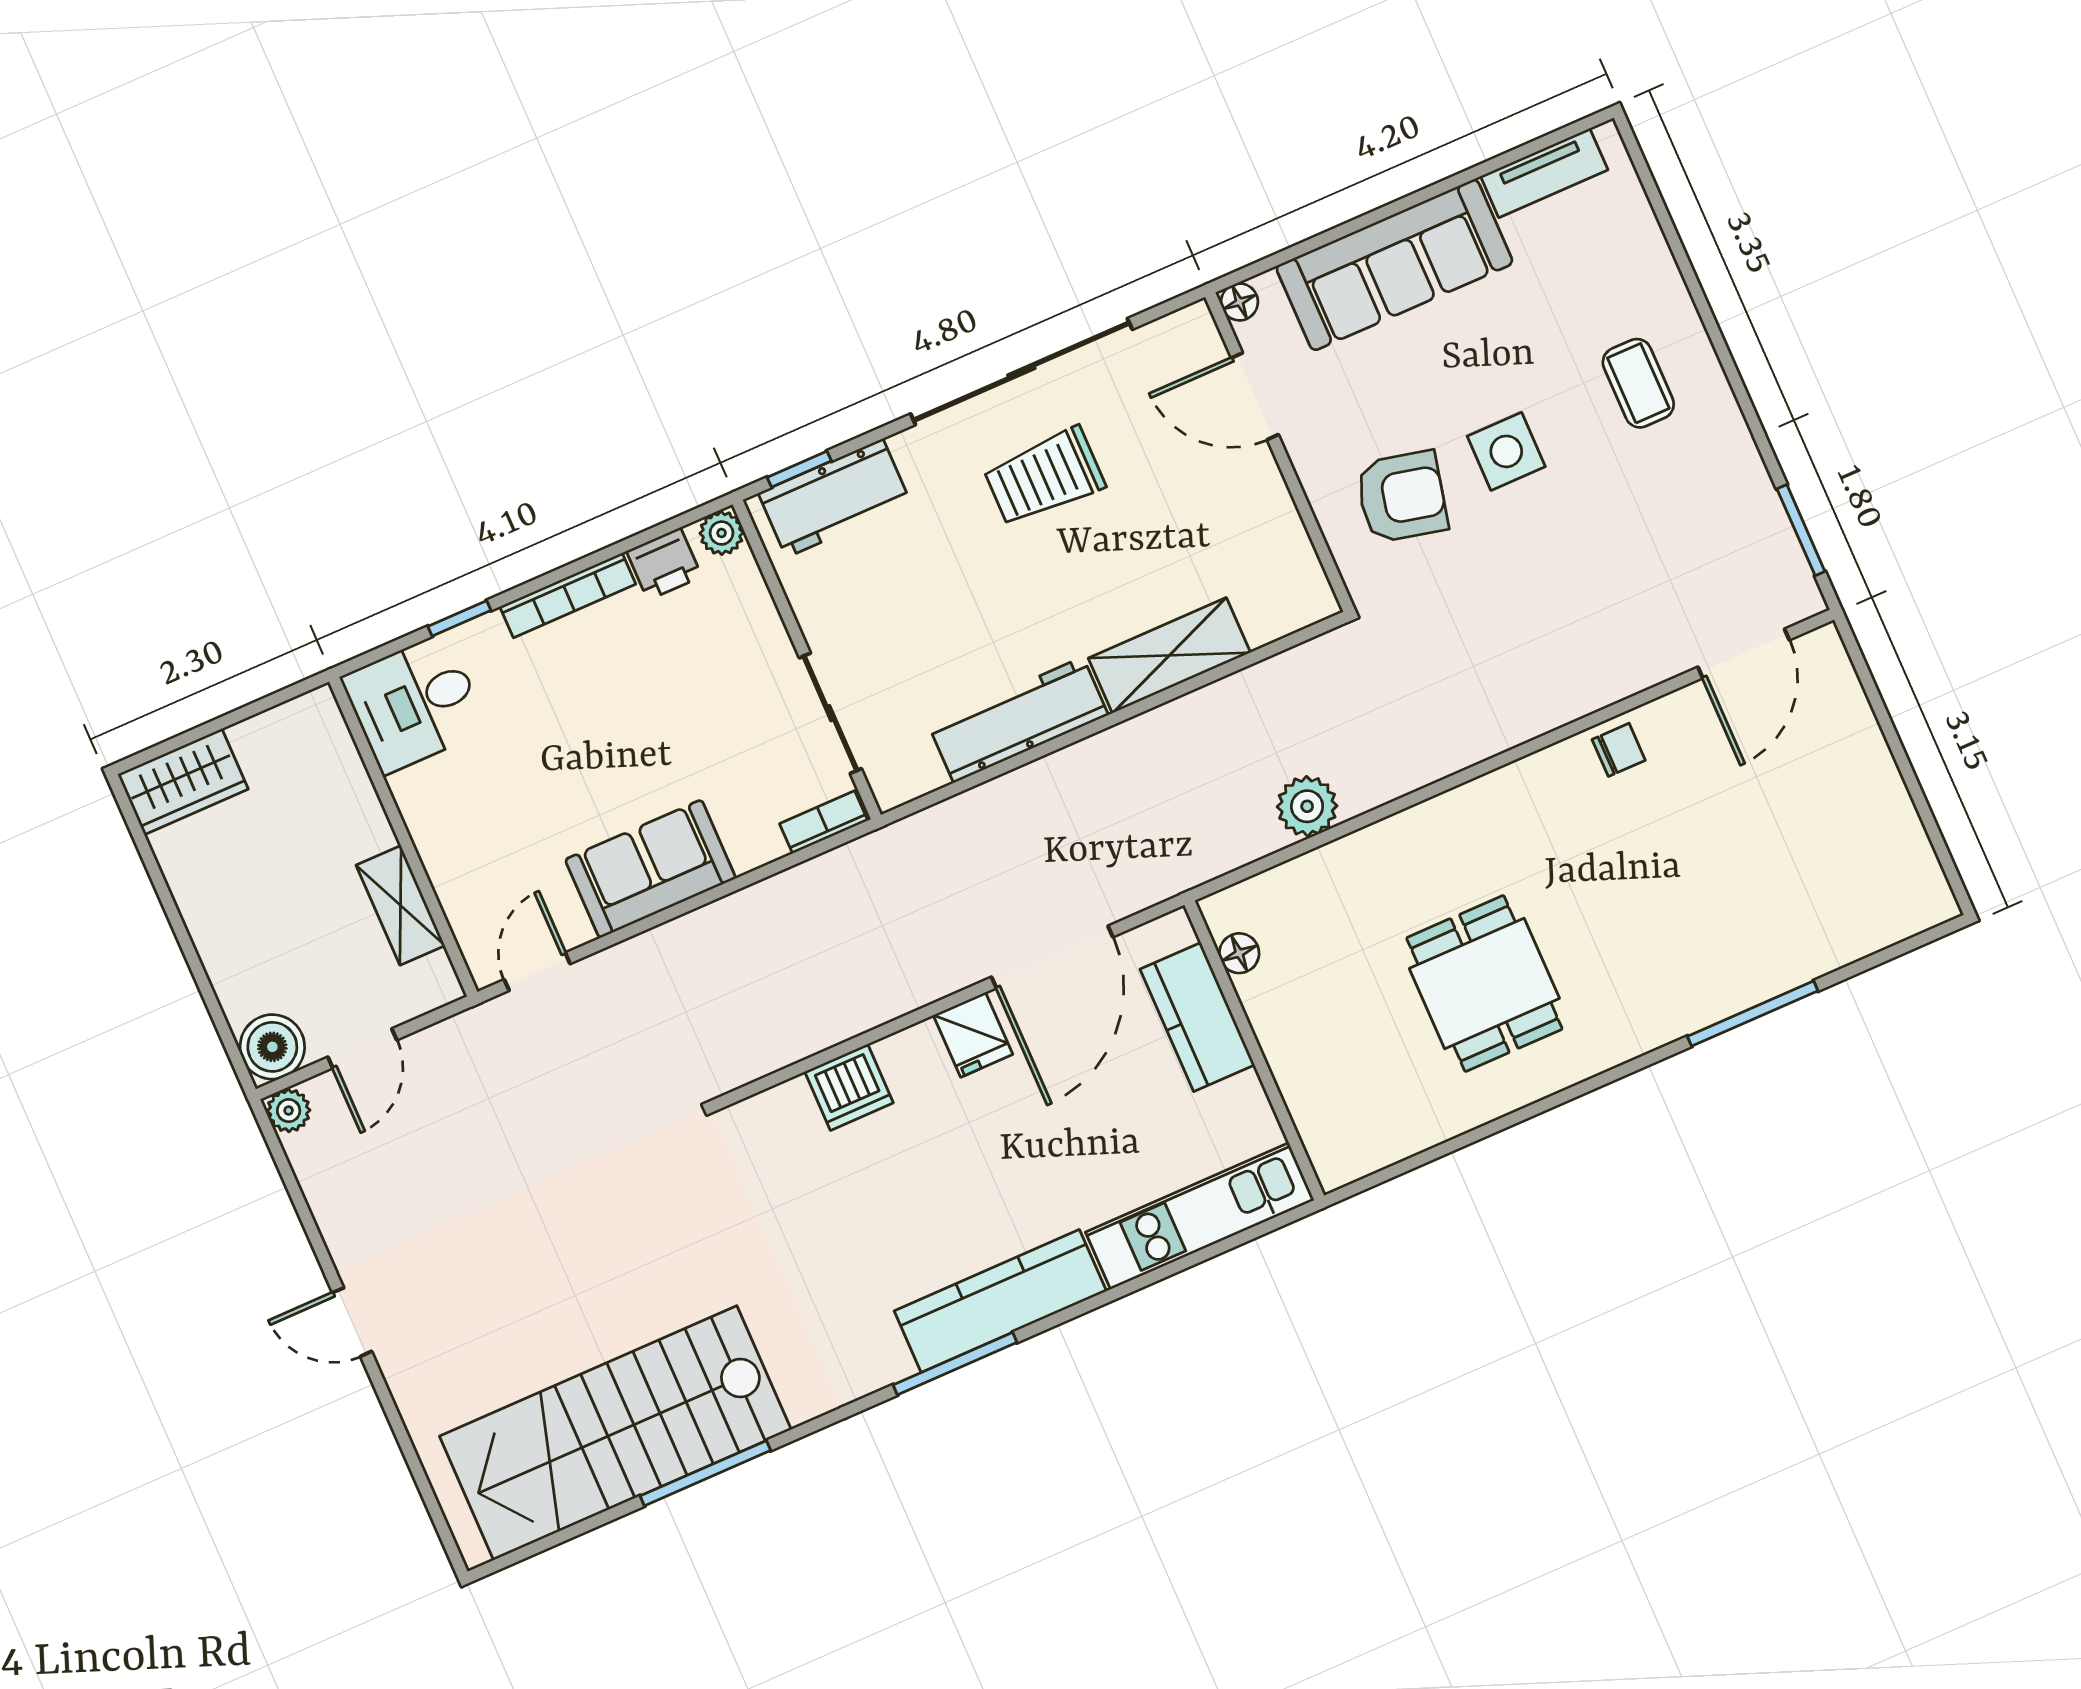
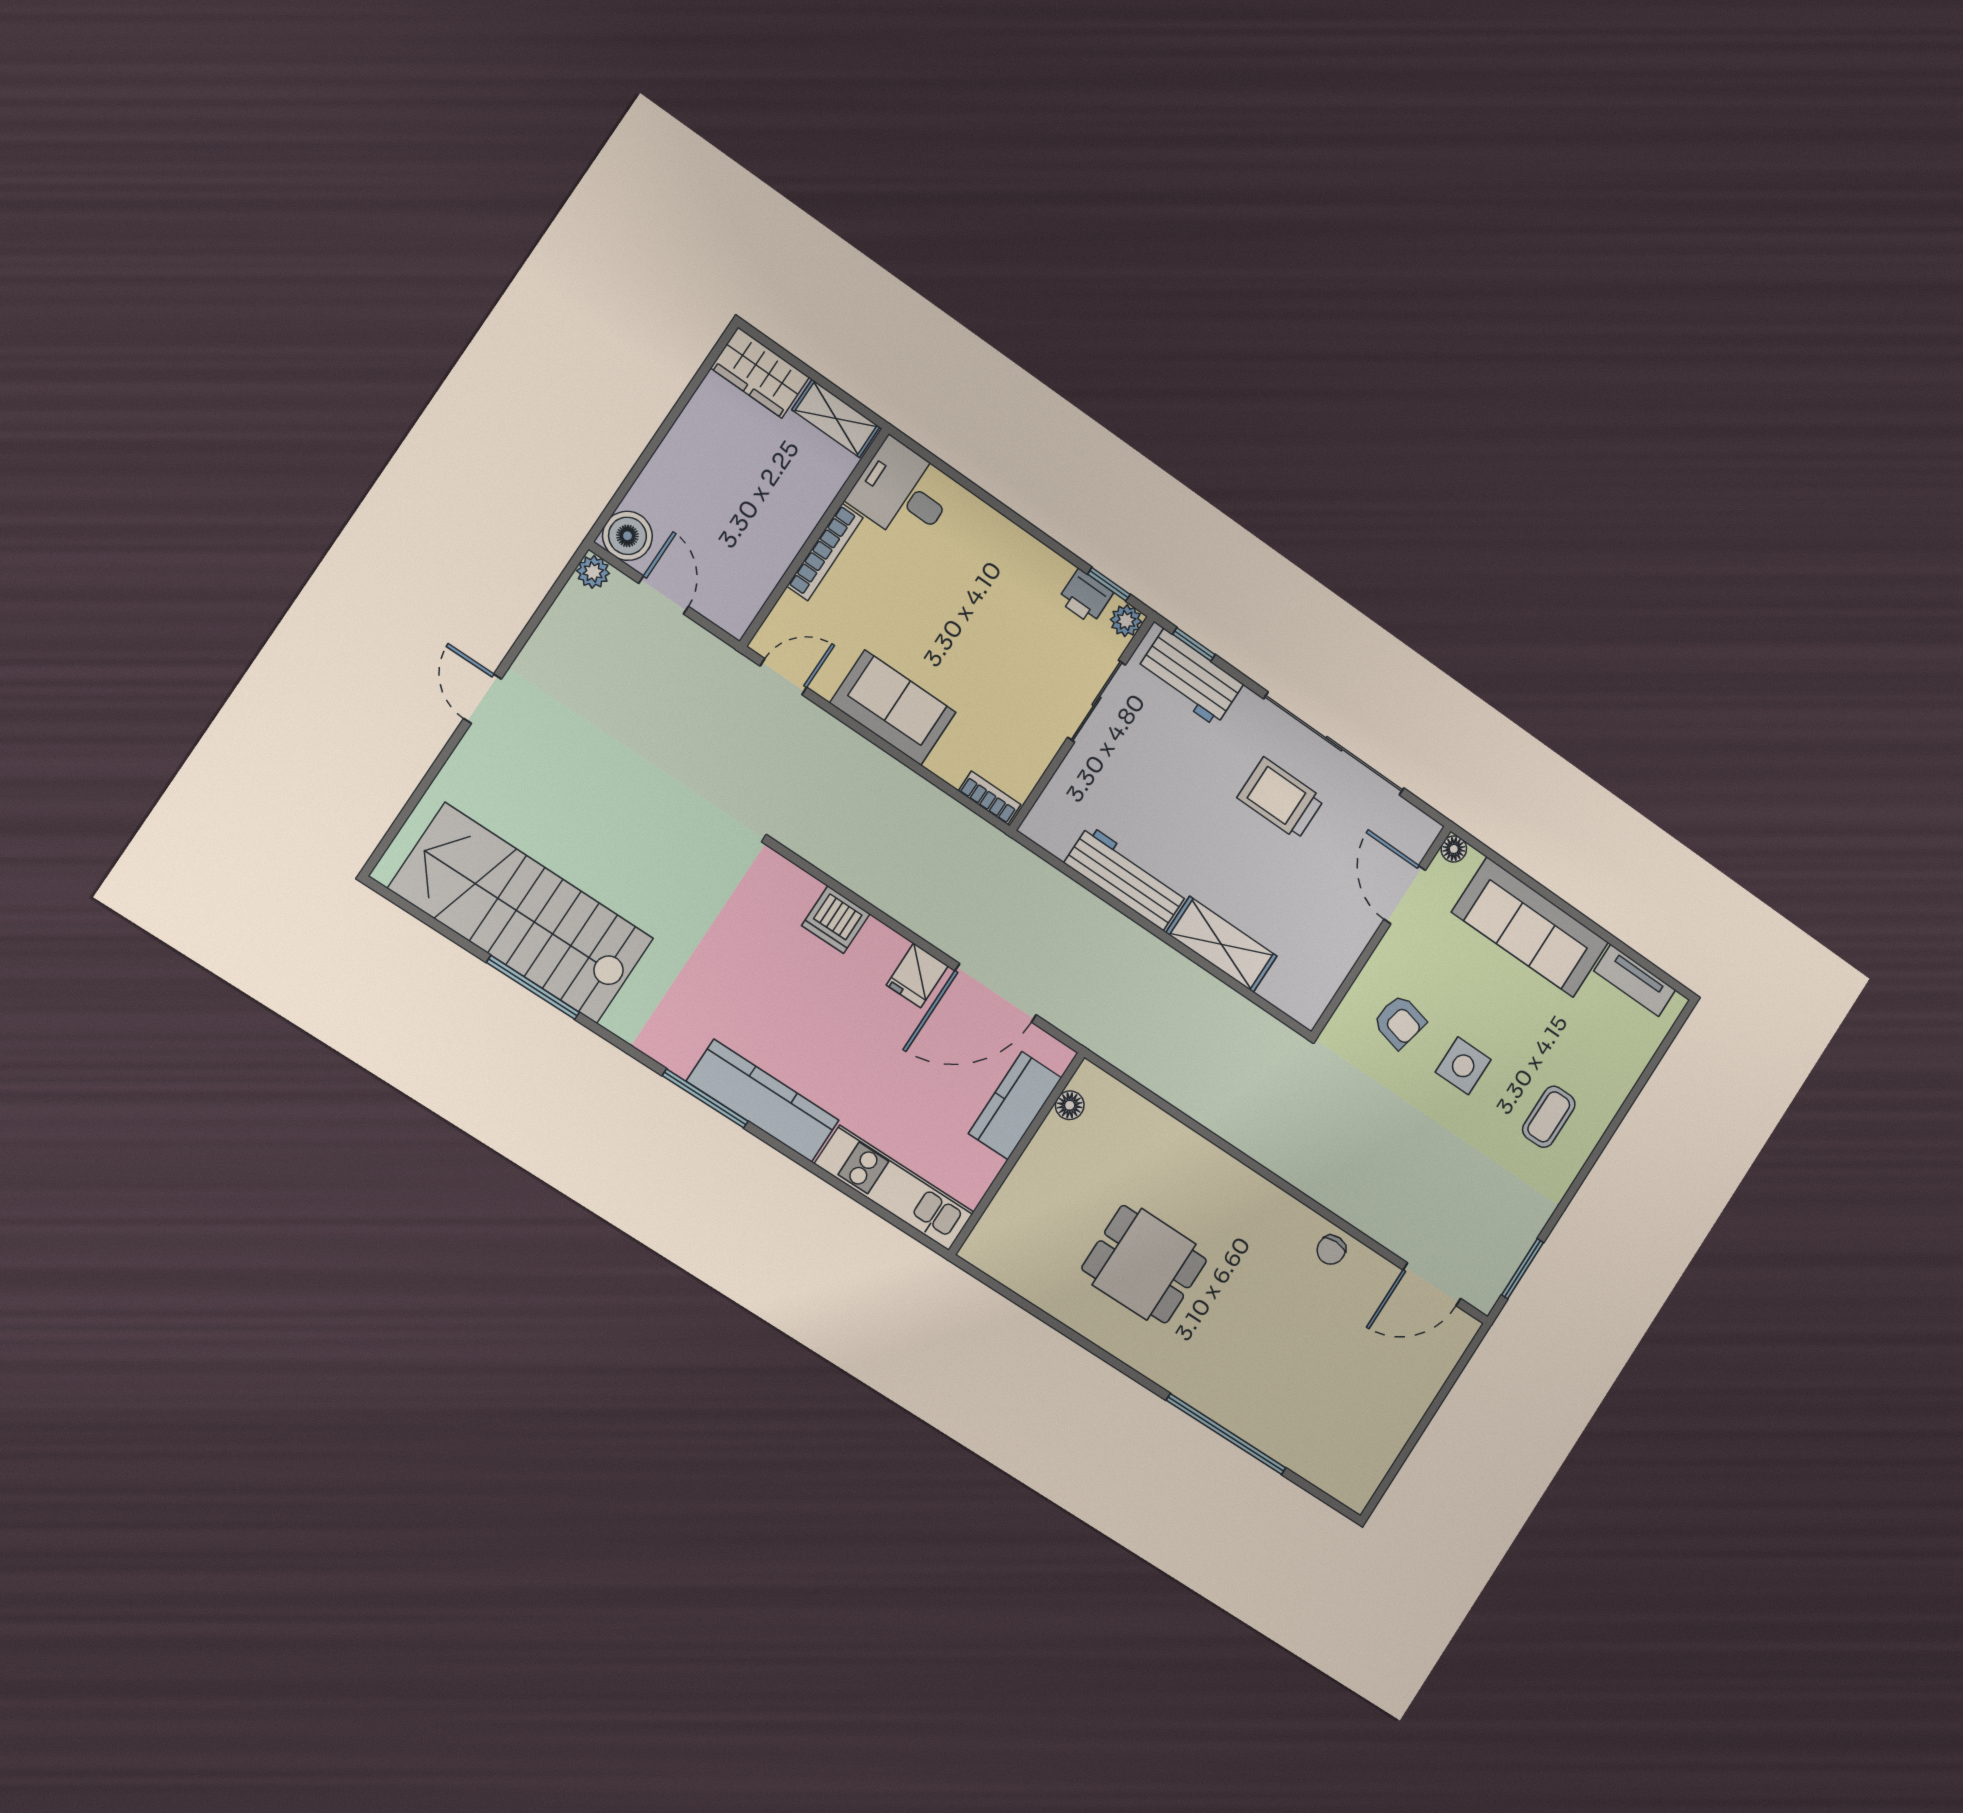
armchair: (1402, 497) -> (1400, 1022), width x0.72, depth x0.72
bookcase: (568, 595) -> (825, 552), moved, turned -90
window: (459, 618) -> (1109, 584), moved
sliding door: (830, 713) -> (1097, 701), moved
chair: (1619, 750) -> (1331, 1250), turned 90
plant: (1307, 806) -> (1183, 1087), removed
shelving: (400, 905) -> (836, 418), moved, turned 90
dining table: (1484, 983) -> (1144, 1264), turned 90
window: (1753, 1014) -> (1226, 1434), width x1.46
door: (362, 1048) -> (664, 595), swing flipped

